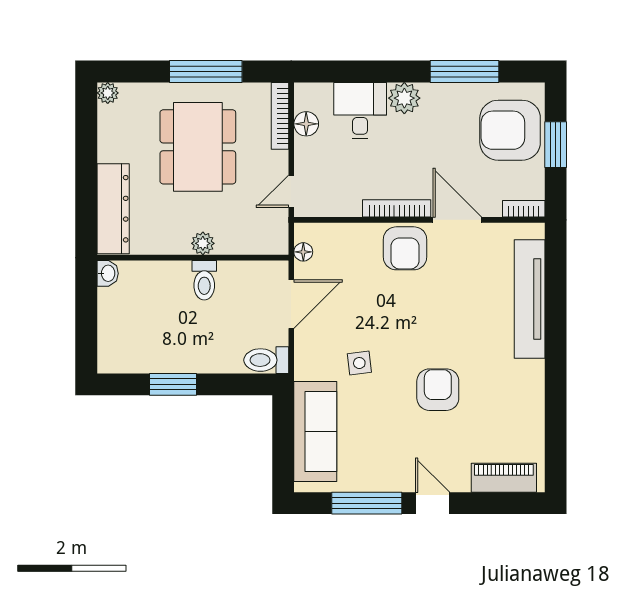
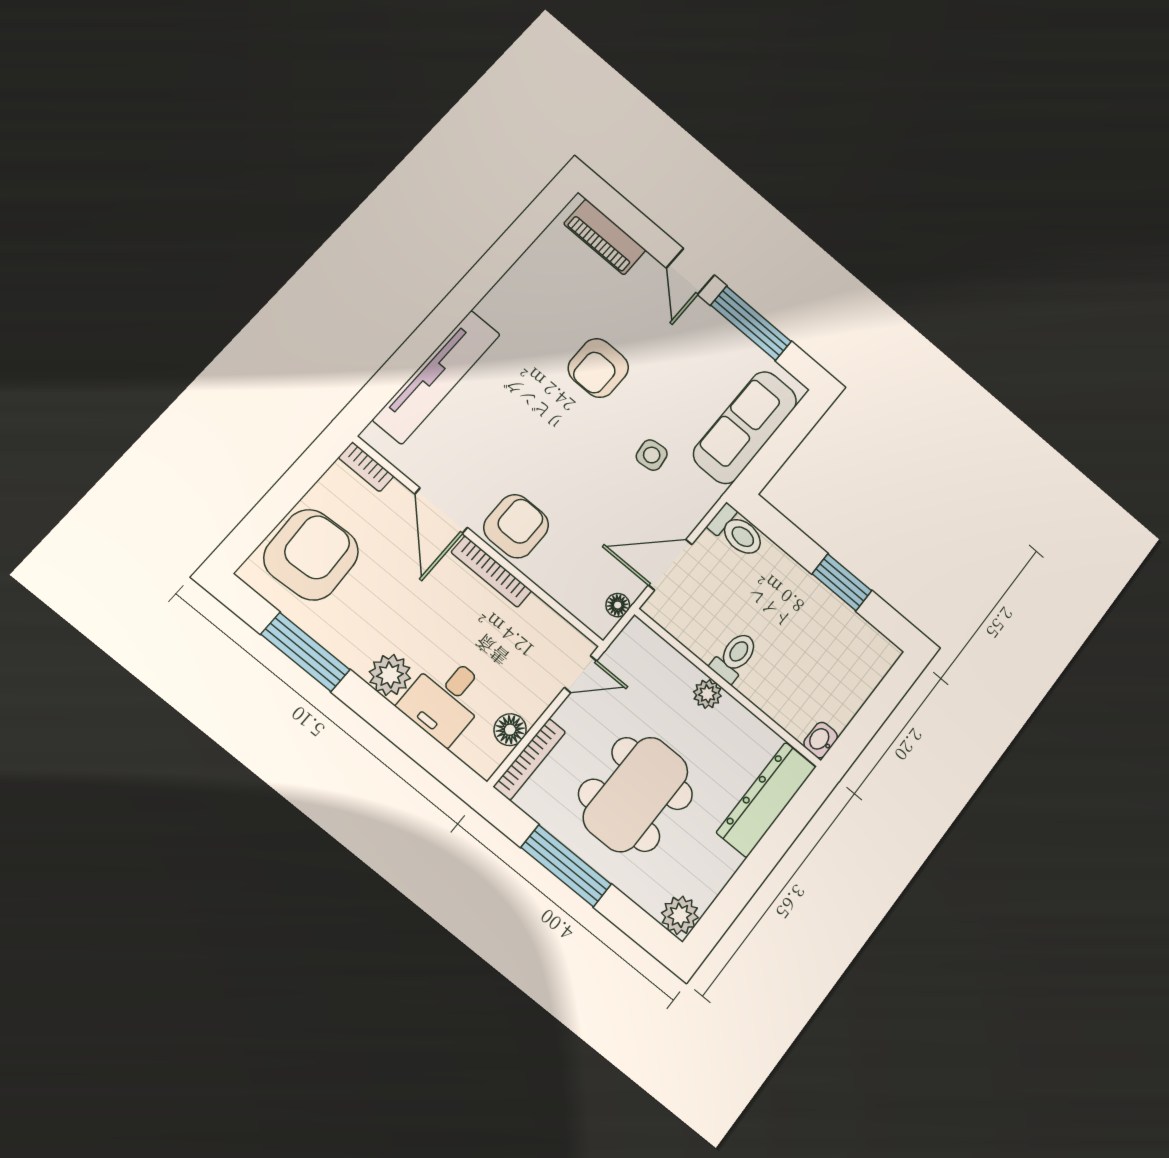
plant: (108, 93) -> (680, 915), width x1.38, depth x1.38
armchair: (510, 130) -> (311, 555), turned -93
window: (556, 145) -> (278, 503), removed

